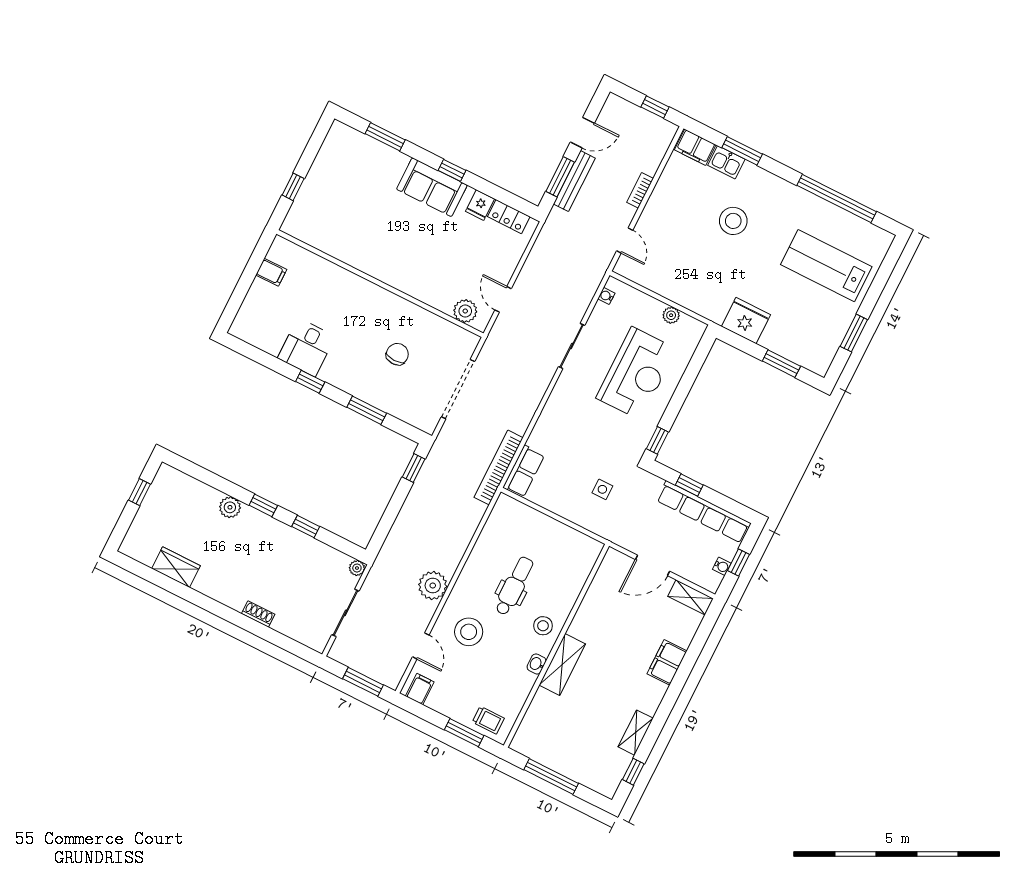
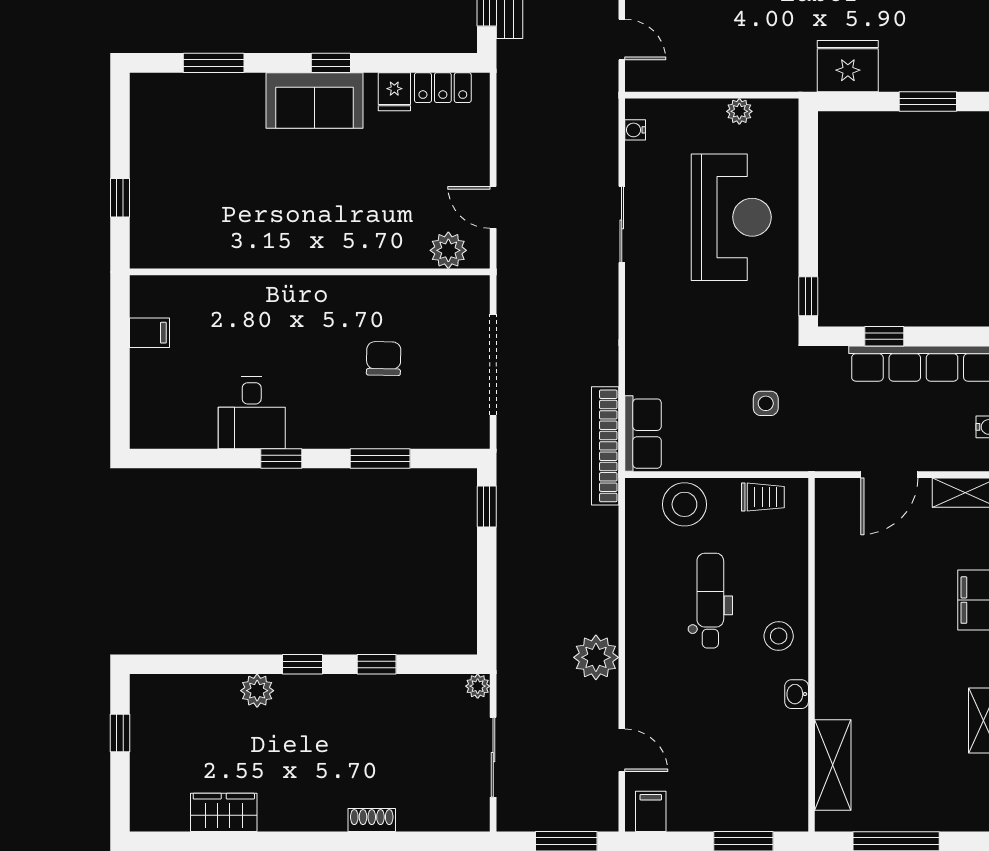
stool: (469, 632) -> (684, 504), moved
shelving: (562, 664) -> (833, 765), moved
trolley: (488, 720) -> (763, 497), moved

